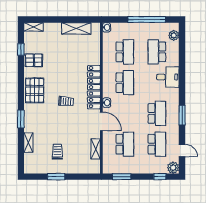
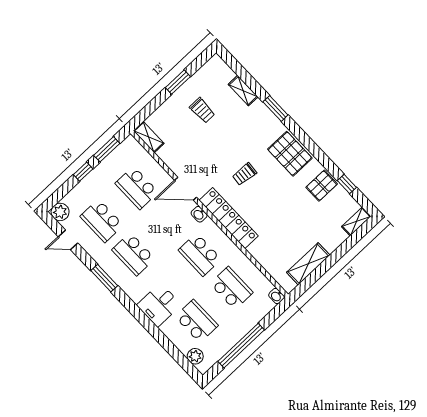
school desk: (125, 52) -> (231, 288), turned 180
shelving: (96, 149) -> (149, 137), moved
window: (160, 177) -> (83, 172), moved

